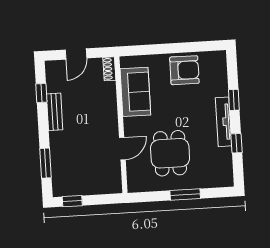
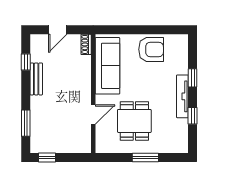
sofa: (135, 92) -> (107, 66), width x1.36

